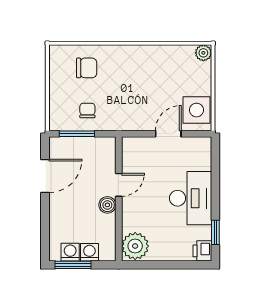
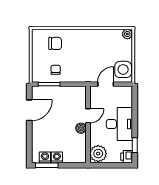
door: (119, 185) -> (88, 116), moved
wall: (119, 199) -> (88, 124), moved
boiler: (107, 205) -> (81, 128), moved
plant: (135, 246) -> (98, 154), moved

